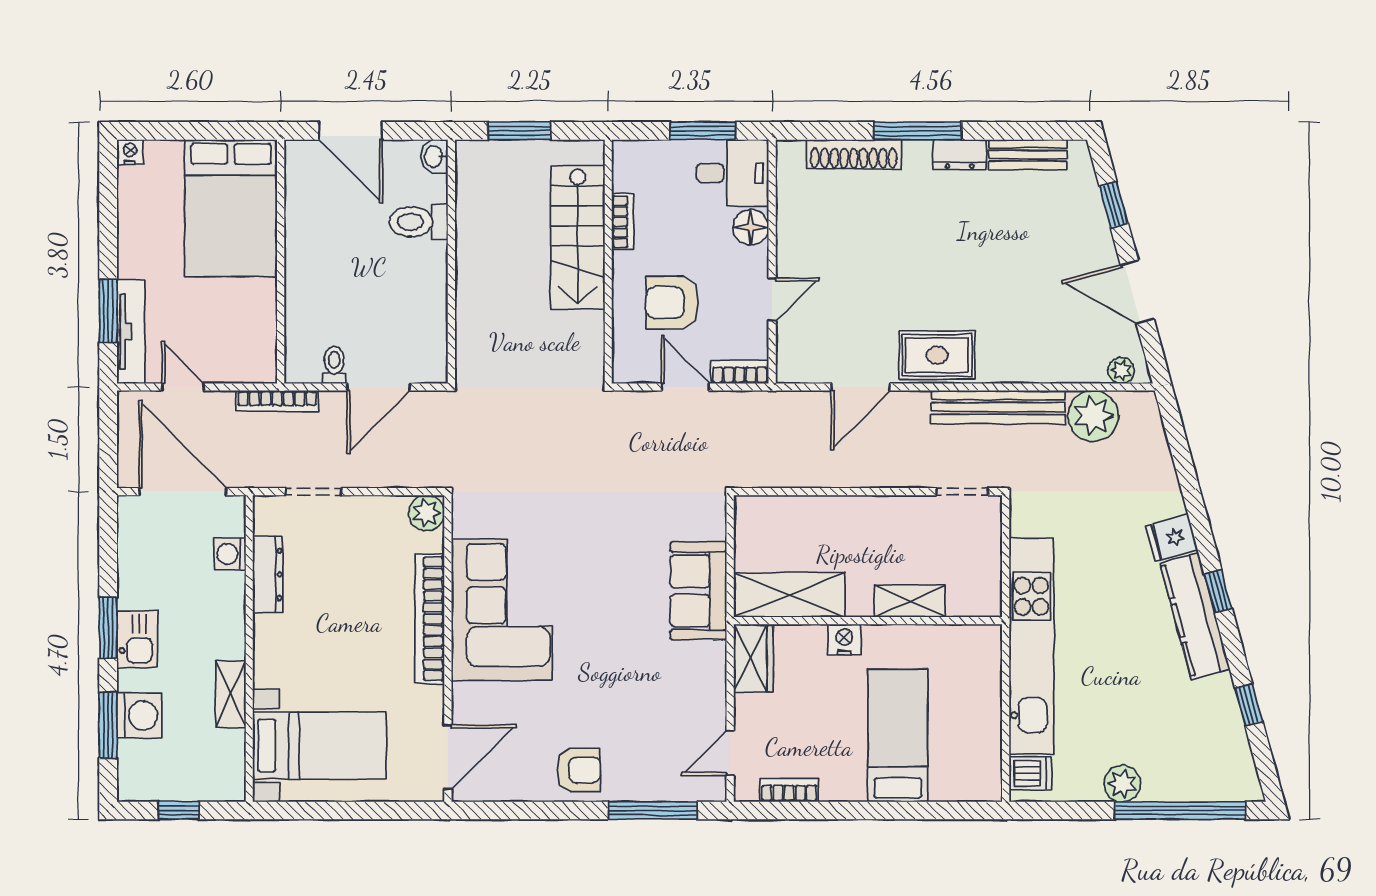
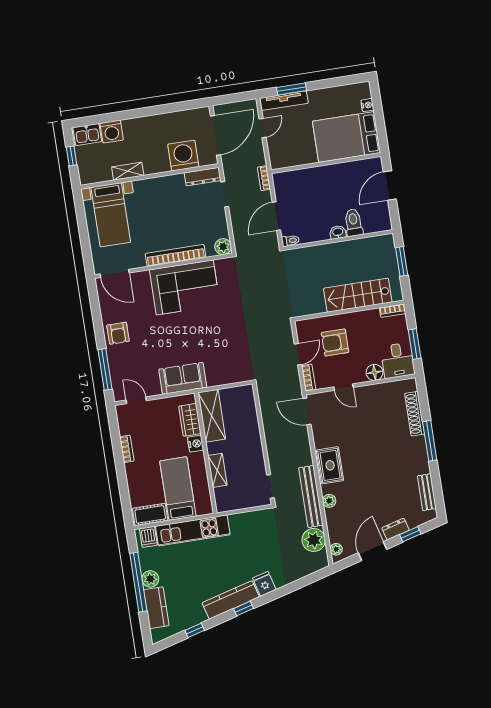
nightstand: (130, 152) -> (367, 105), moved
dresser: (960, 155) -> (396, 529), moved, turned 75
washbasin: (434, 156) -> (338, 232), moved
bookcase: (623, 222) -> (393, 311), moved
armchair: (672, 303) -> (335, 342), turned -90
toilet: (334, 365) -> (290, 241), moved
plant: (1014, 369) -> (329, 501), added
door: (379, 387) -> (276, 216), hinge flipped
door: (861, 387) -> (307, 411), moved
bookcase: (277, 401) -> (264, 178), width x0.64
washing machine: (230, 554) -> (183, 156), width x1.89, depth x1.89
dresser: (268, 574) -> (203, 177), moved
sofa: (698, 591) -> (183, 378), moved
window: (108, 628) -> (149, 111), removed
kitchen sink: (137, 639) -> (87, 134), moved
kitchen unit: (1031, 646) -> (193, 530), width x0.73
wardrobe: (753, 658) -> (190, 420), moved, turned 90
window: (108, 725) -> (105, 118), removed
bed: (898, 735) -> (178, 489), moved, turned -90
cot: (982, 762) -> (150, 514), added
kitchen counter: (1187, 780) -> (156, 608), added
bookcase: (789, 790) -> (127, 449), moved
window: (1180, 810) -> (138, 582), moved

